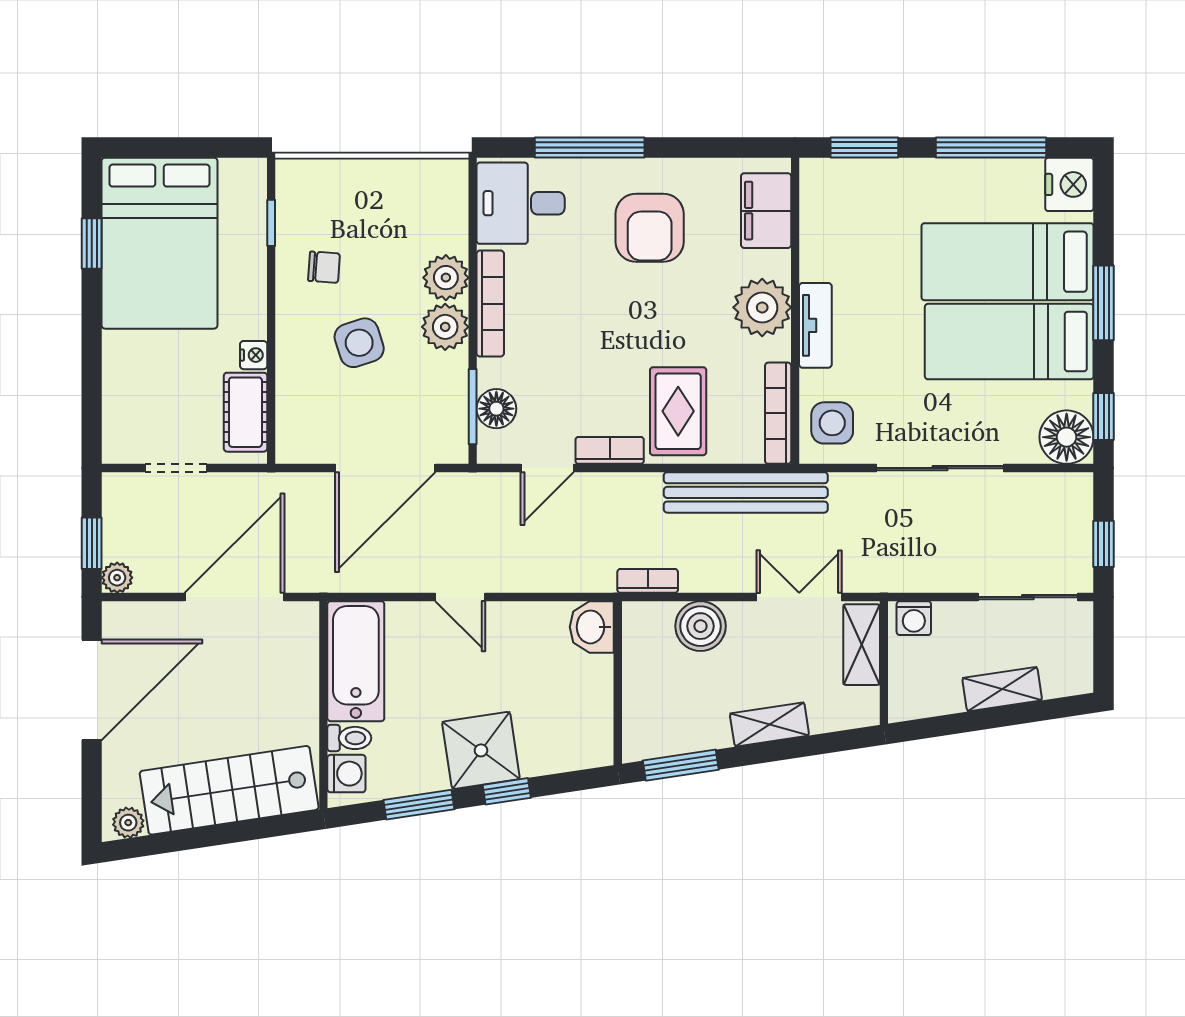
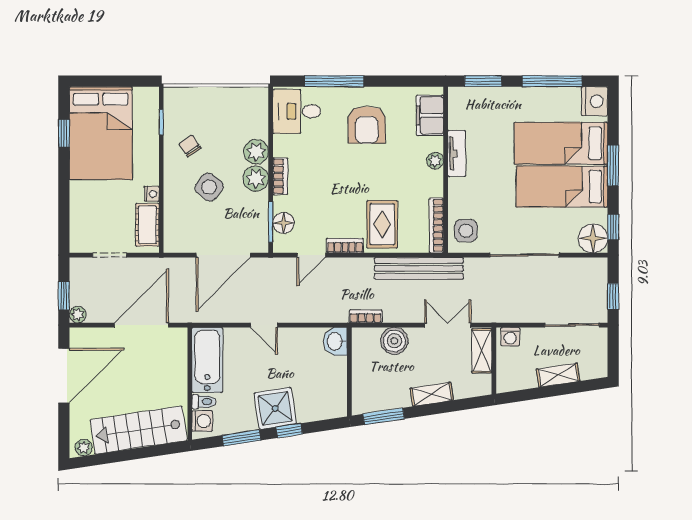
chair: (324, 267) -> (190, 146), turned -128
bookcase: (490, 304) -> (280, 176), width x0.64
plant: (762, 307) -> (435, 161), width x0.53, depth x0.53
tv unit: (815, 325) -> (457, 153), moved
side table: (359, 343) -> (209, 187), turned -34

